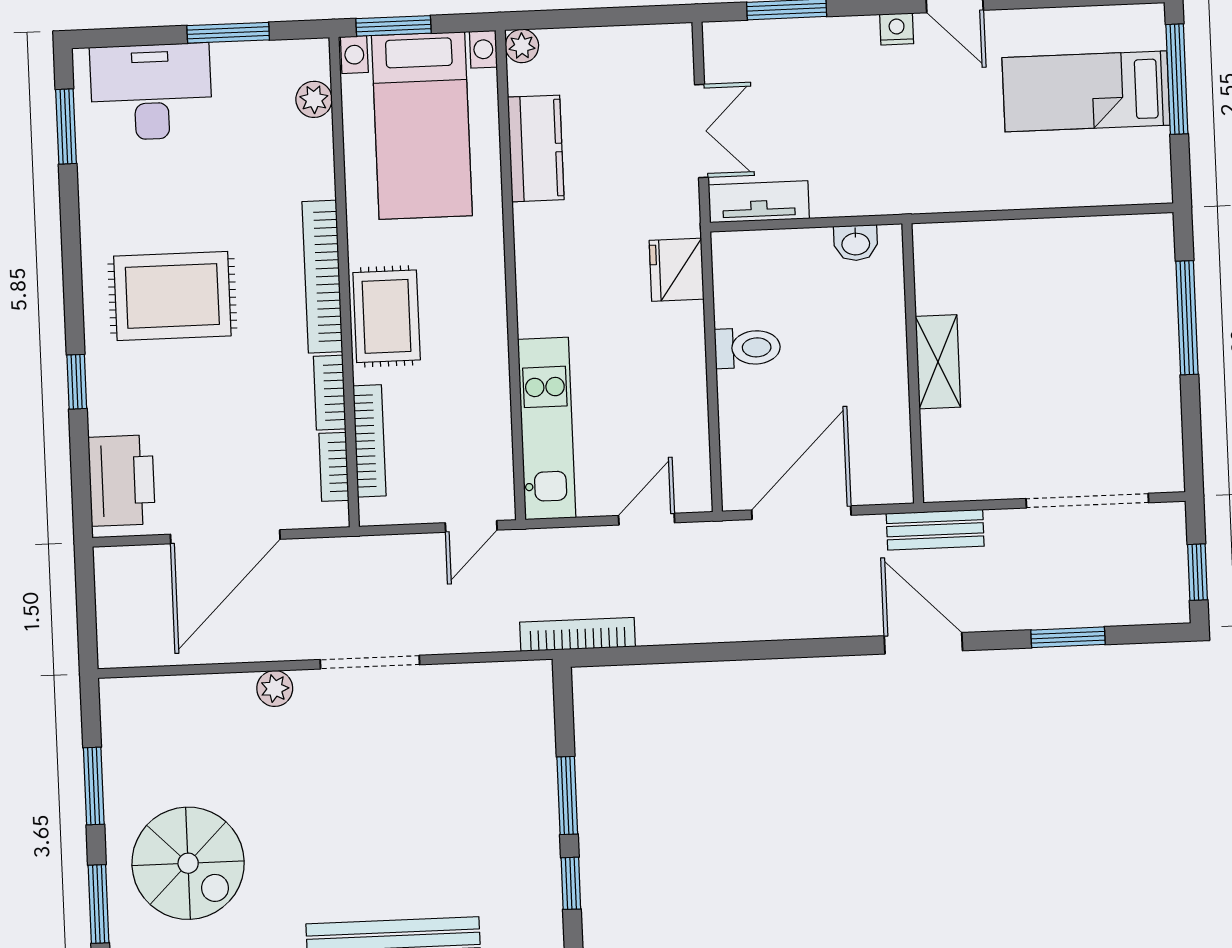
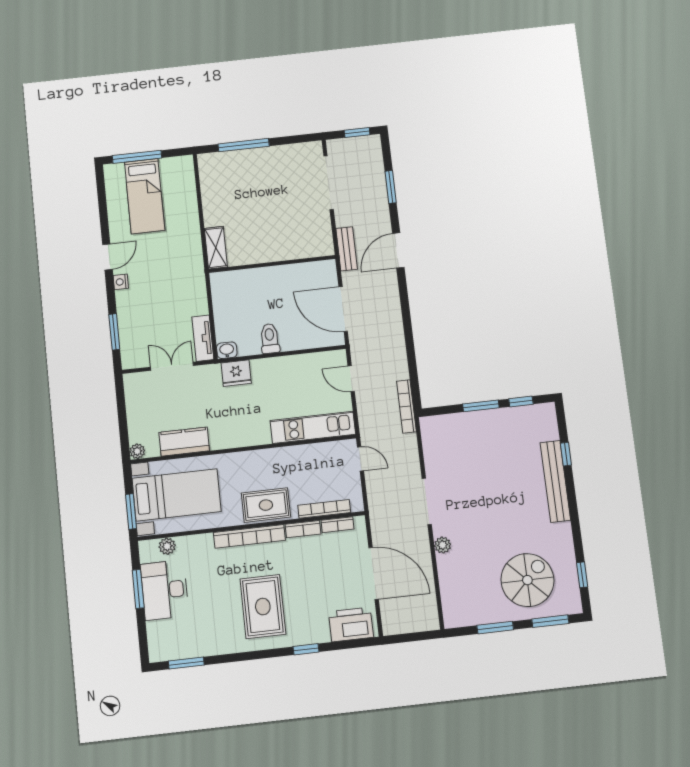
desk: (151, 92) -> (165, 590), moved
washbasin: (856, 243) -> (227, 350), moved, turned -90
shelving: (938, 362) -> (216, 248), moved, turned 90

